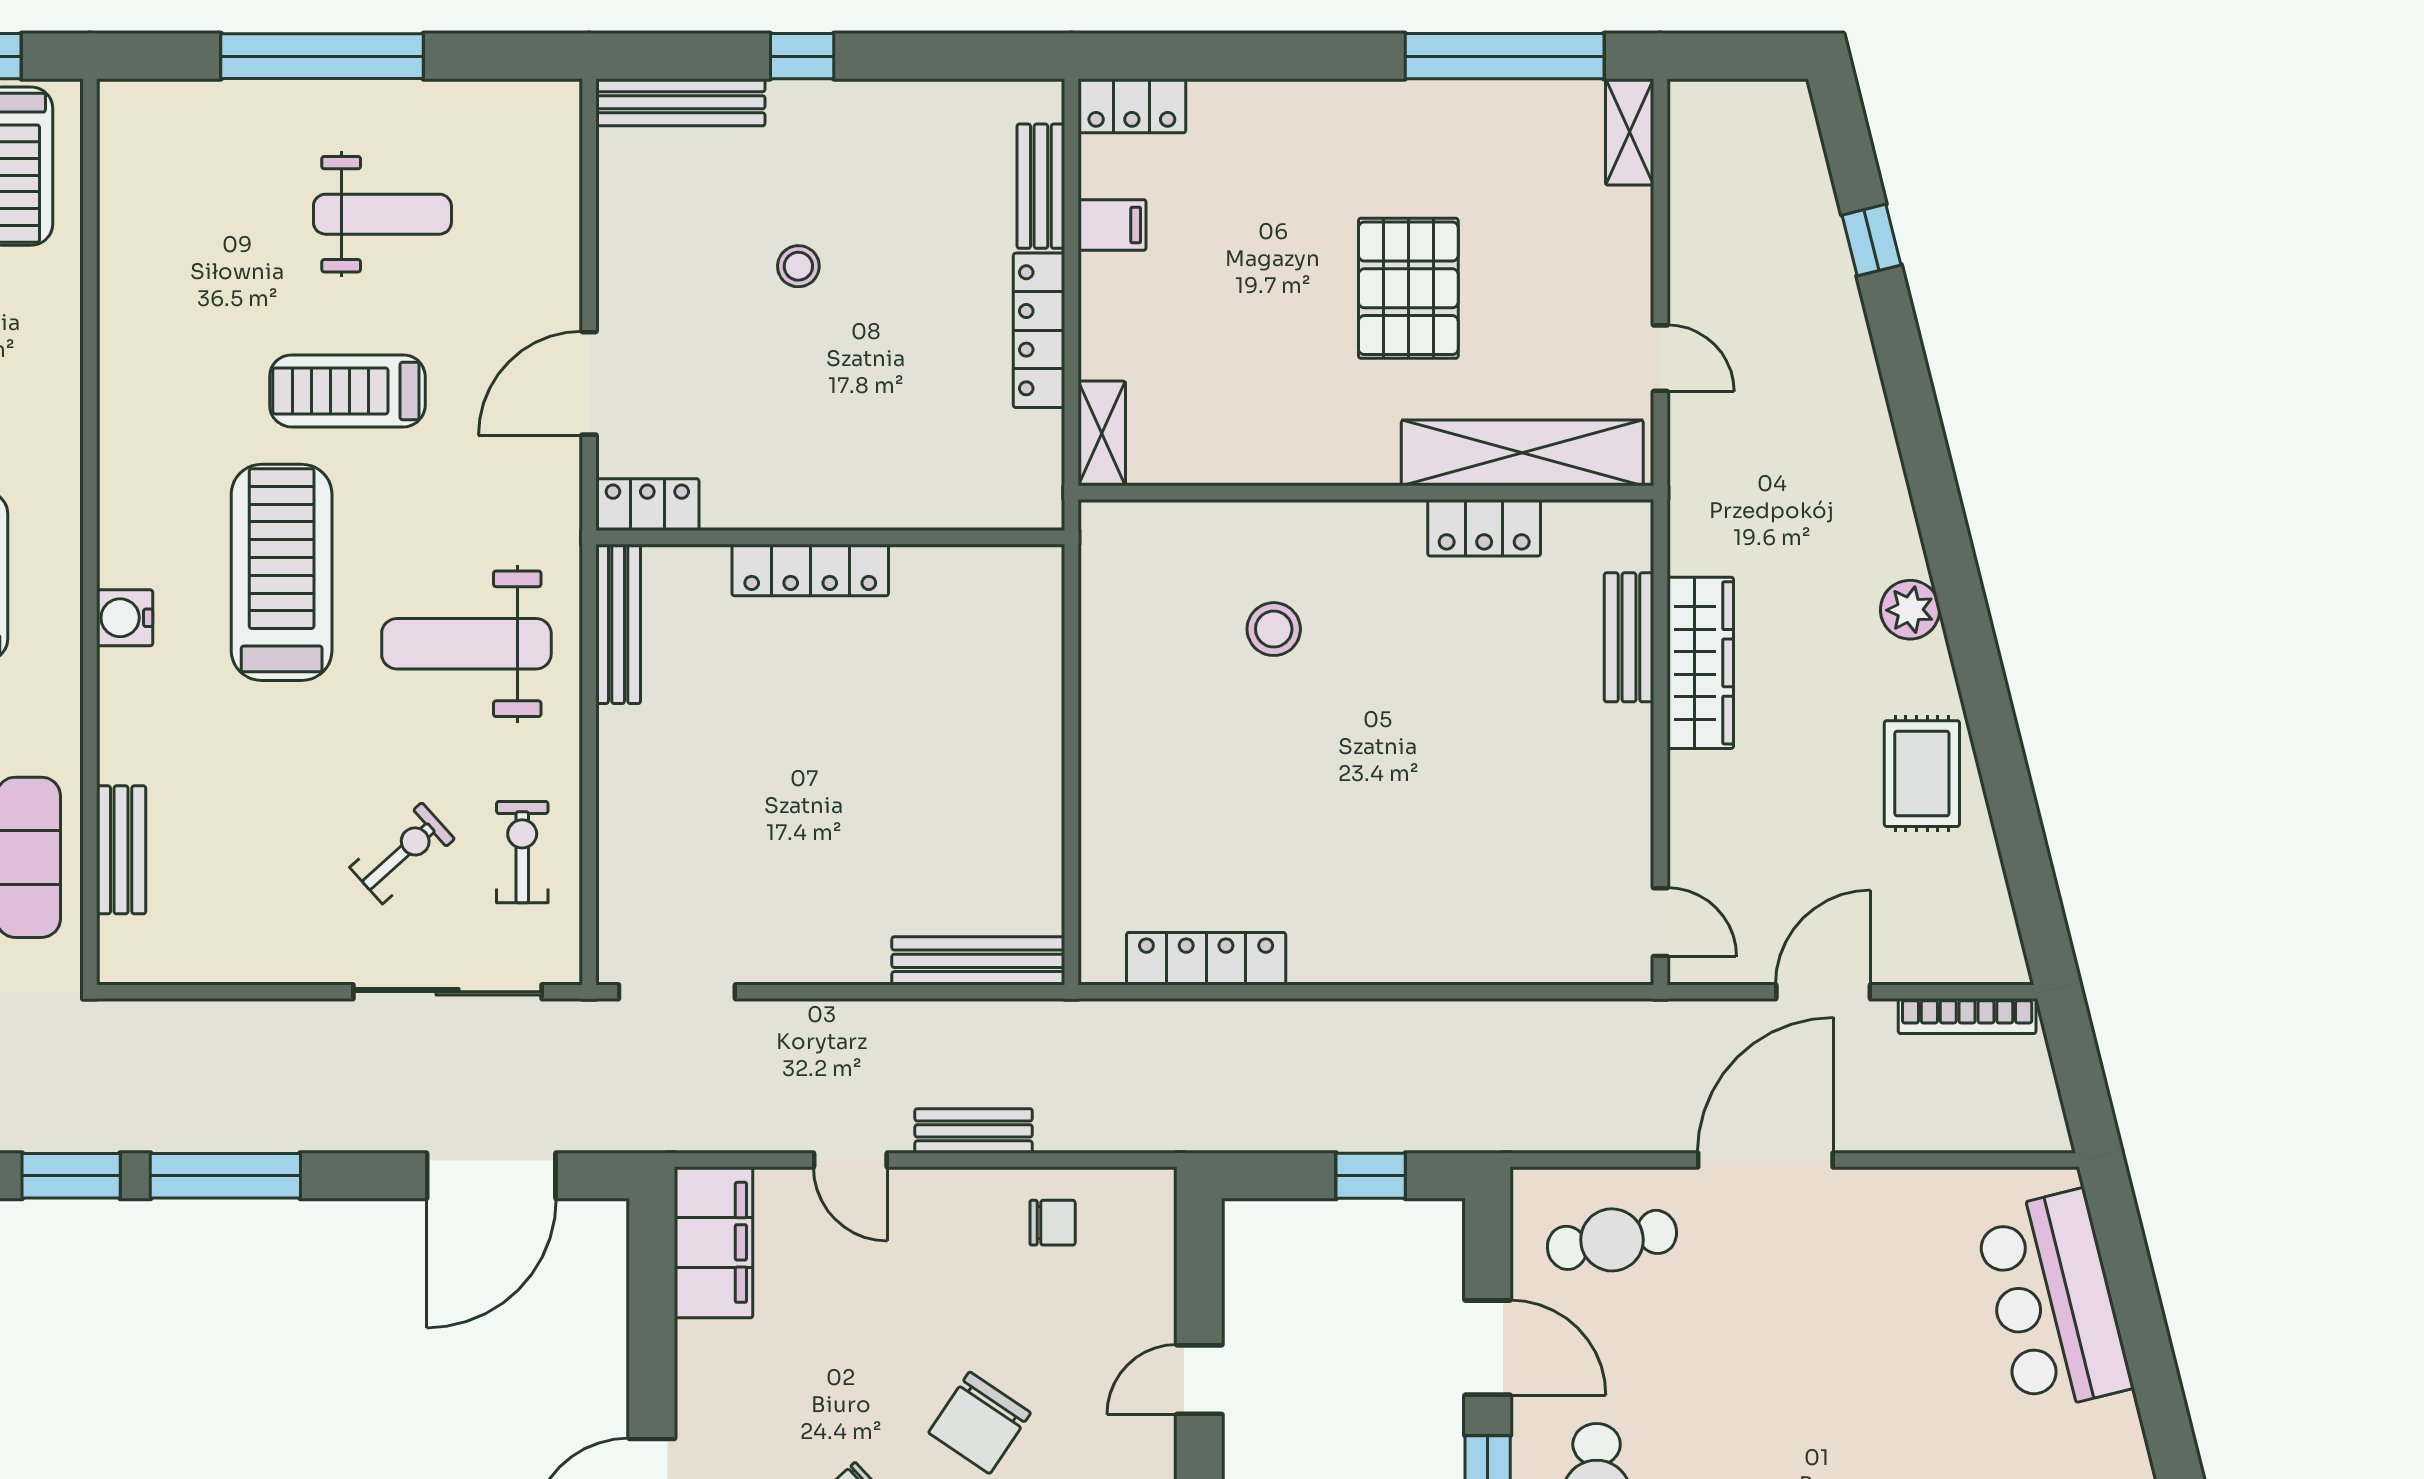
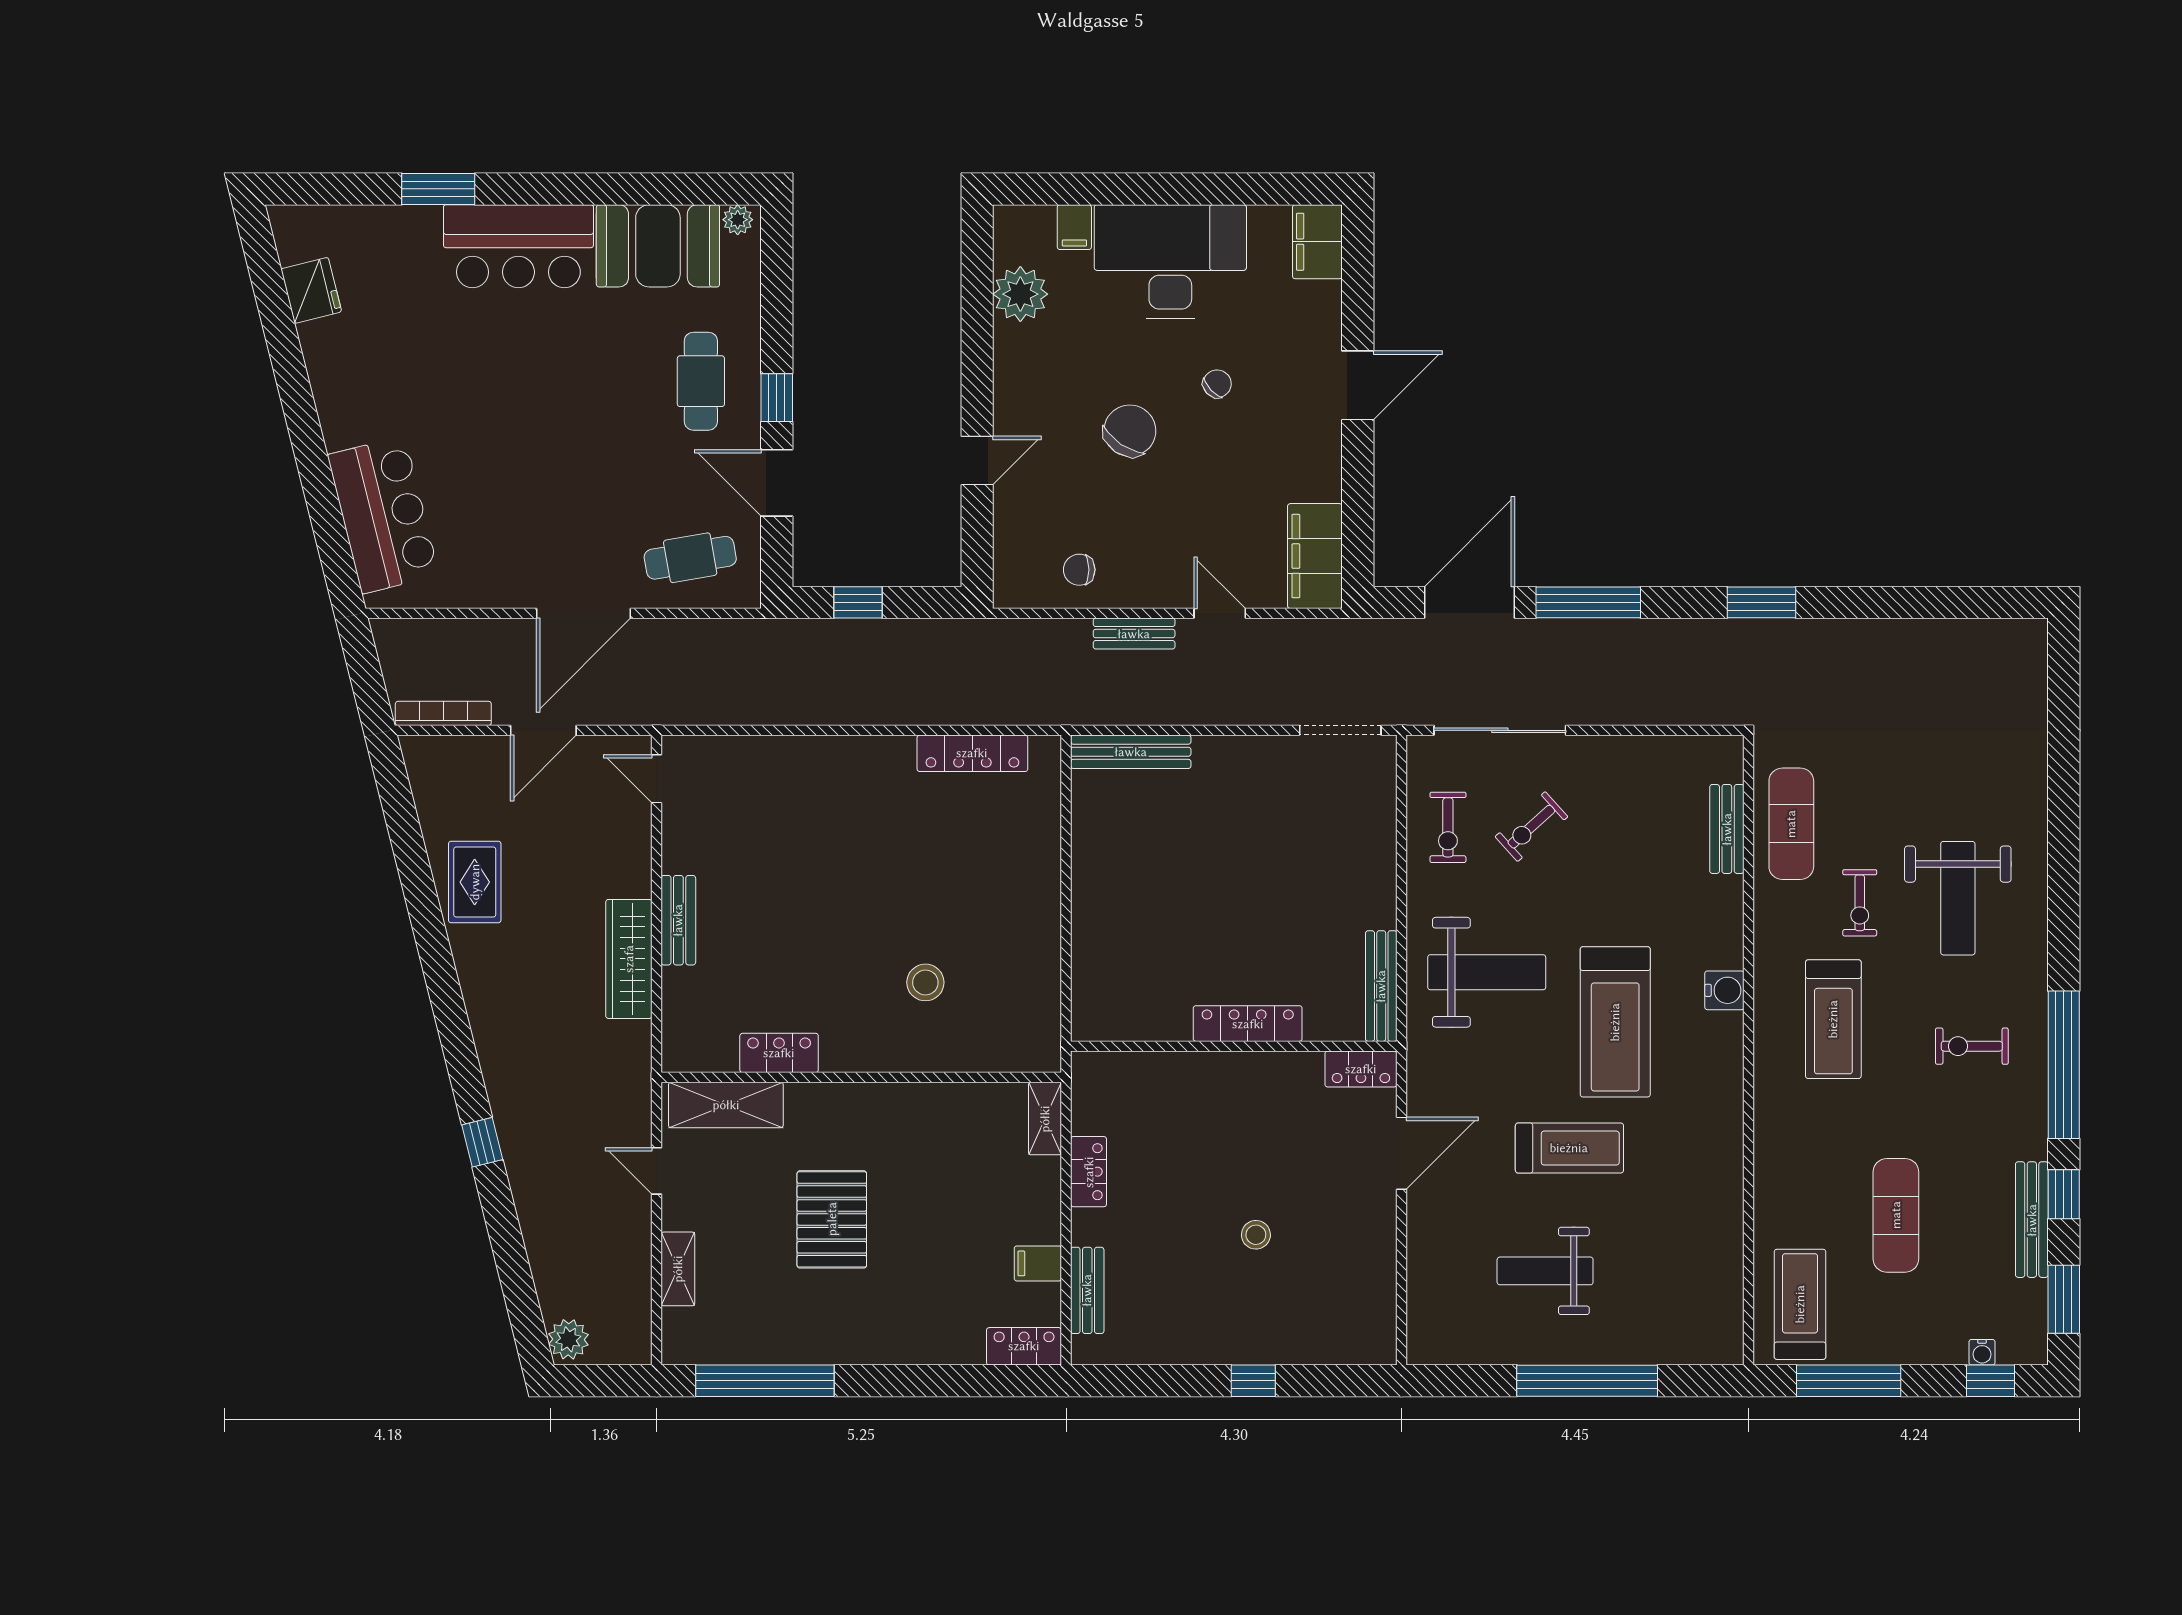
bench: (680, 102) -> (1338, 1349), removed
shelving: (1630, 132) -> (678, 1269), moved
window: (1872, 240) -> (482, 1142), moved
locker: (1039, 330) -> (1089, 1172), width x0.66
shelving: (1522, 453) -> (726, 1105), width x0.68
plant: (1910, 610) -> (568, 1339), moved
bench: (1629, 637) -> (678, 920), moved
window: (225, 1176) -> (1588, 602), moved

